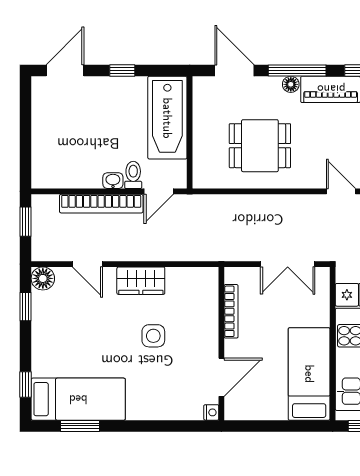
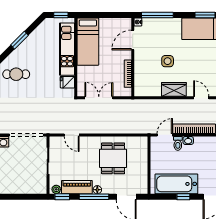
bathtub: (167, 118) -> (176, 184), moved, turned -90
dining table: (260, 146) -> (113, 158), turned 90
window: (173, 426) -> (157, 15), added

